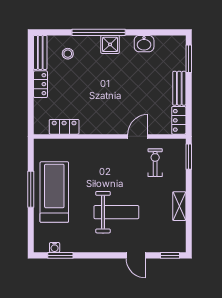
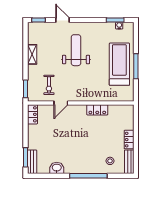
shower: (110, 44) -> (80, 167), removed
bench: (179, 88) -> (32, 162), moved
locker: (64, 127) -> (97, 110), moved
treadmill: (54, 192) -> (119, 64), turned 180
weight bench: (116, 212) -> (76, 50), turned 90

